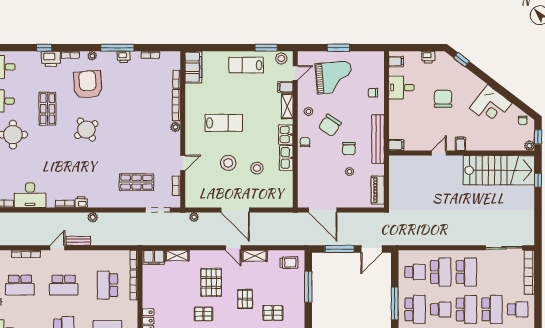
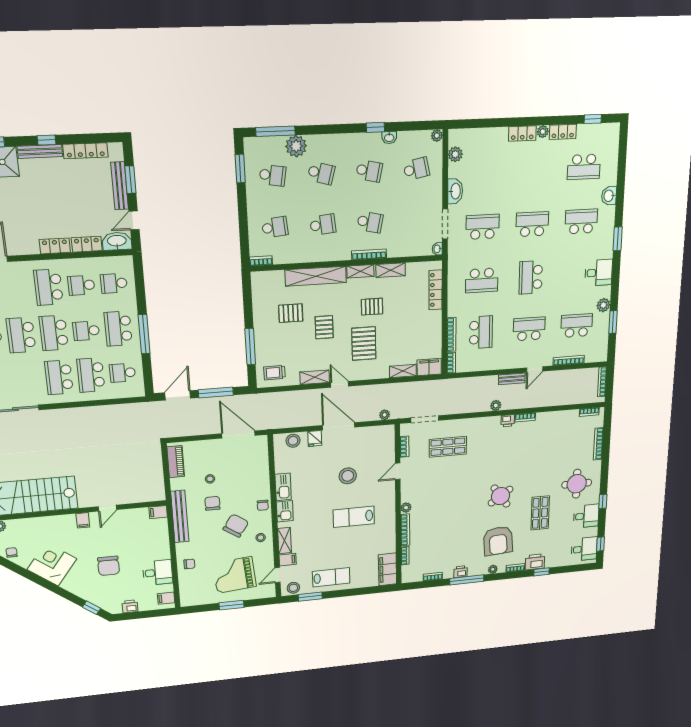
stool: (257, 168) -> (293, 441), moved
desk: (30, 195) -> (562, 423), removed
fridge: (257, 201) -> (315, 438), added

